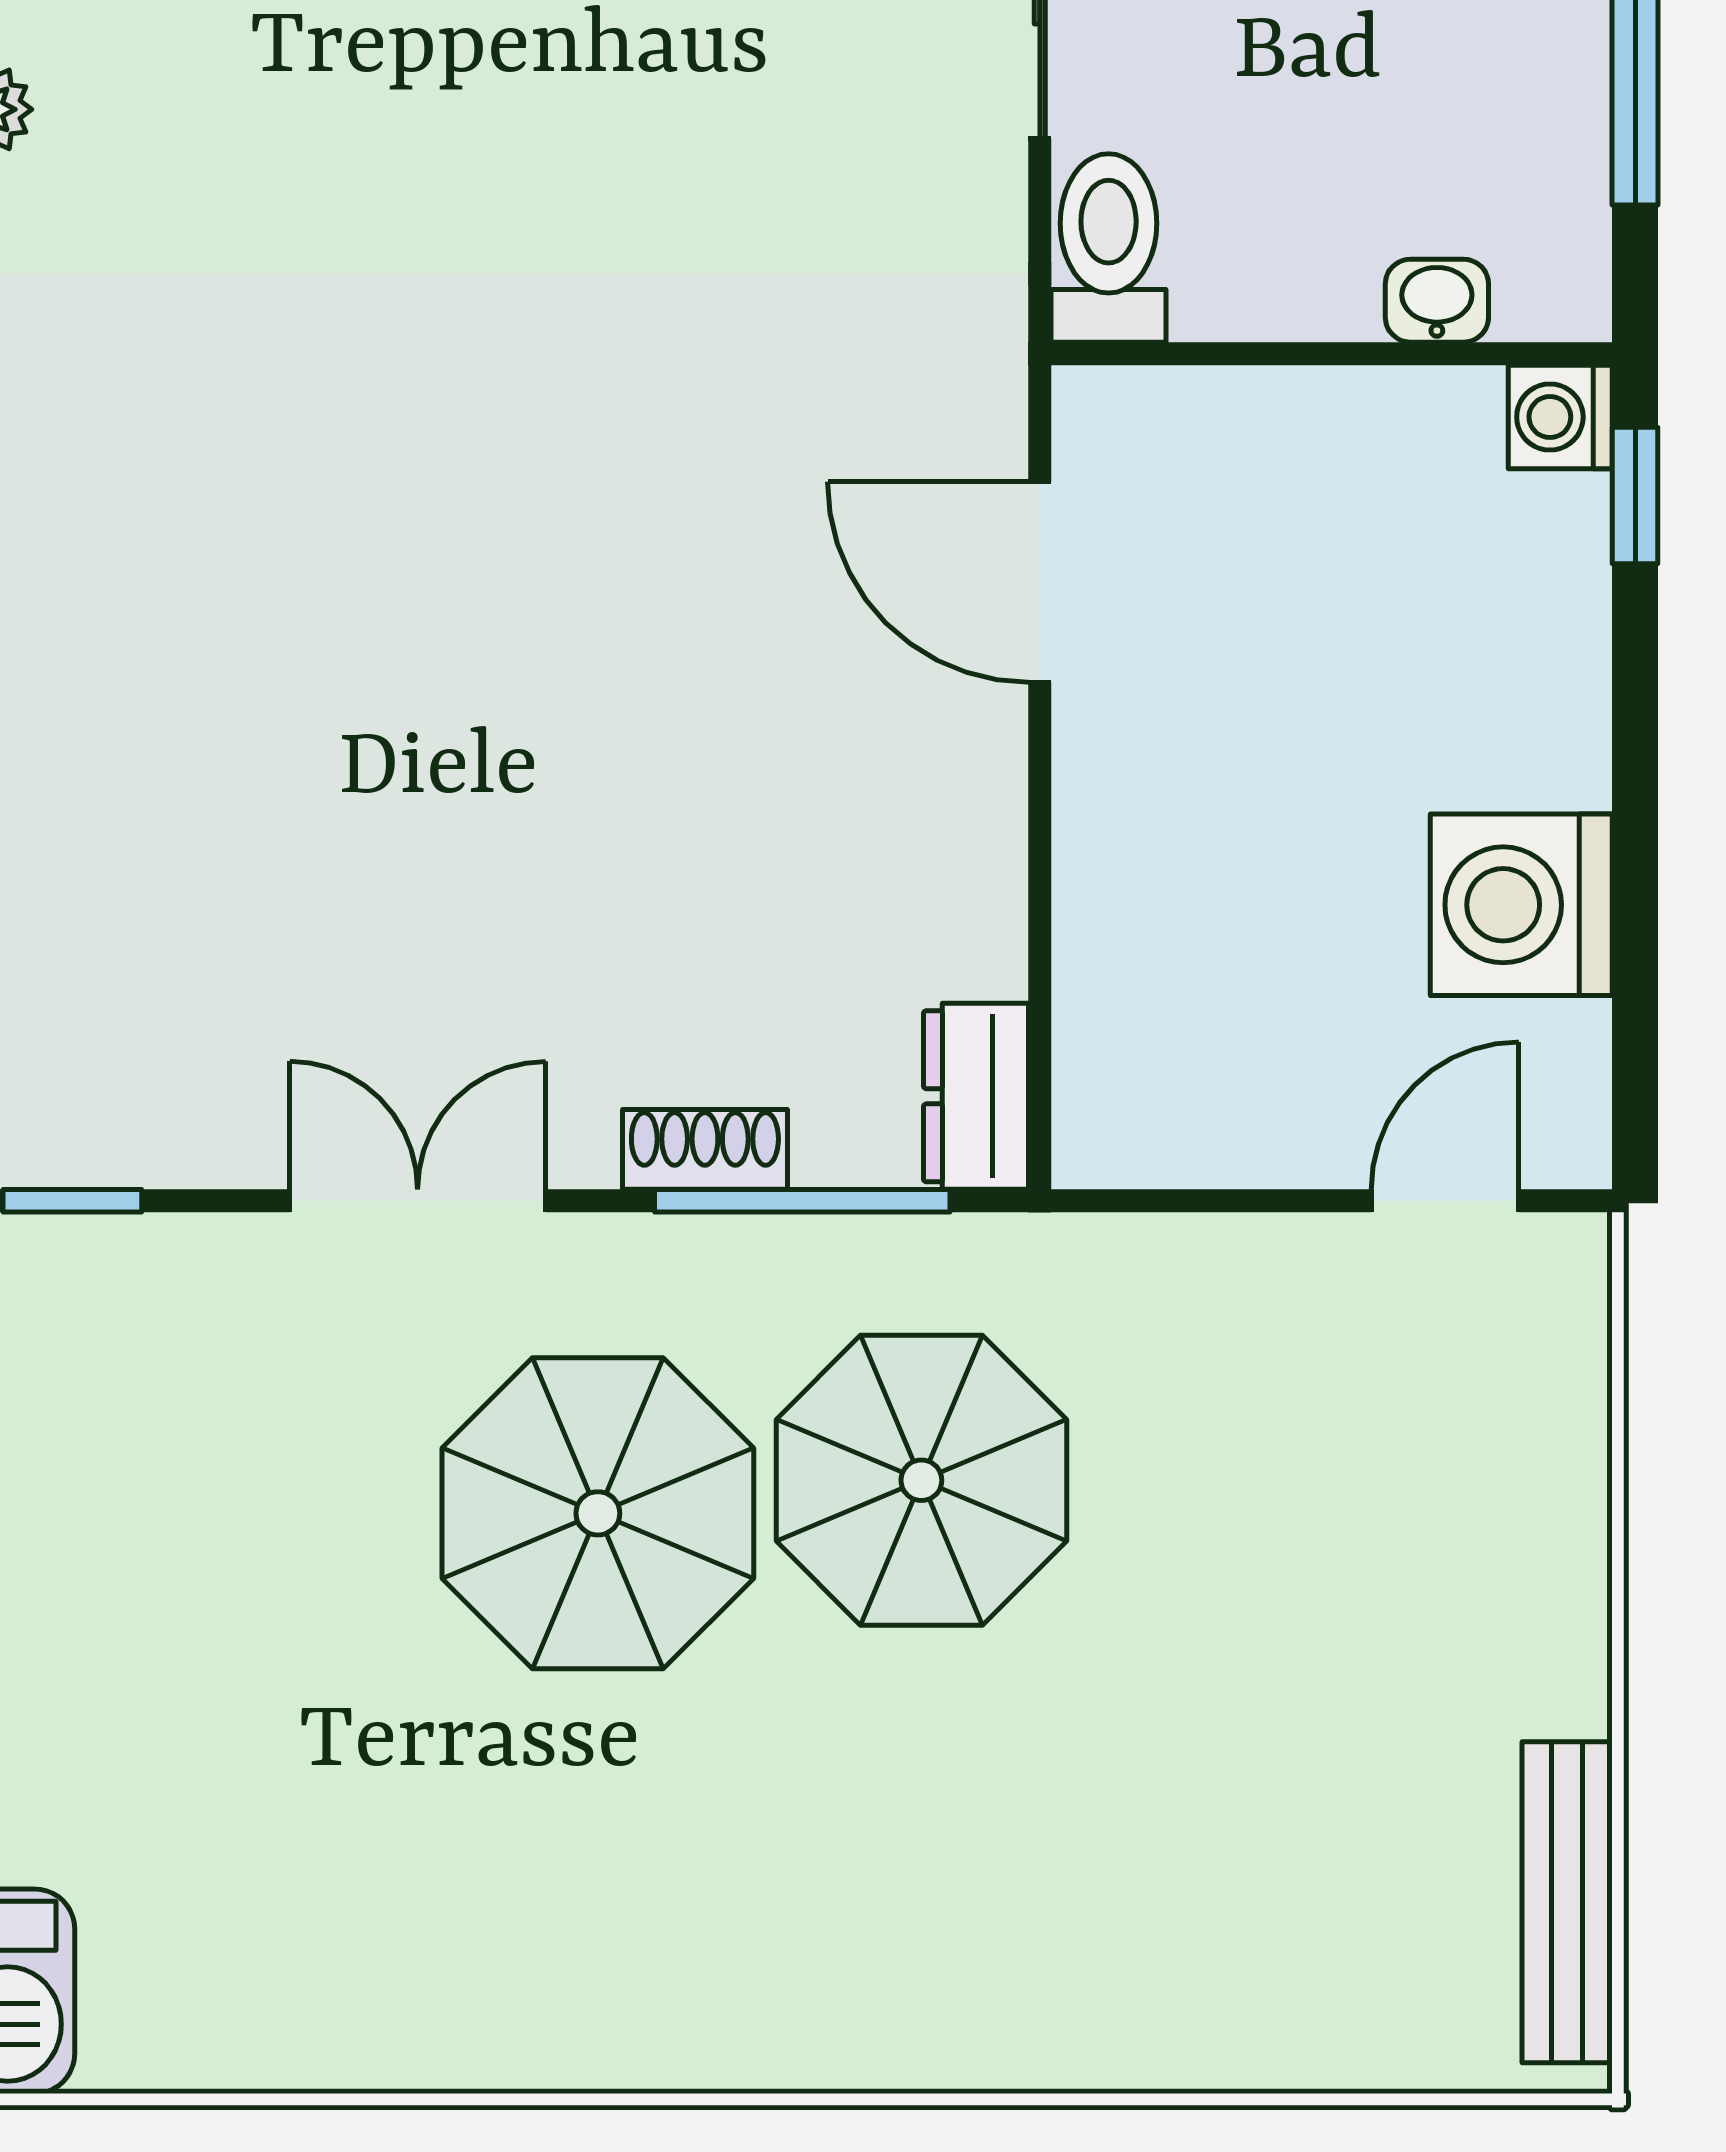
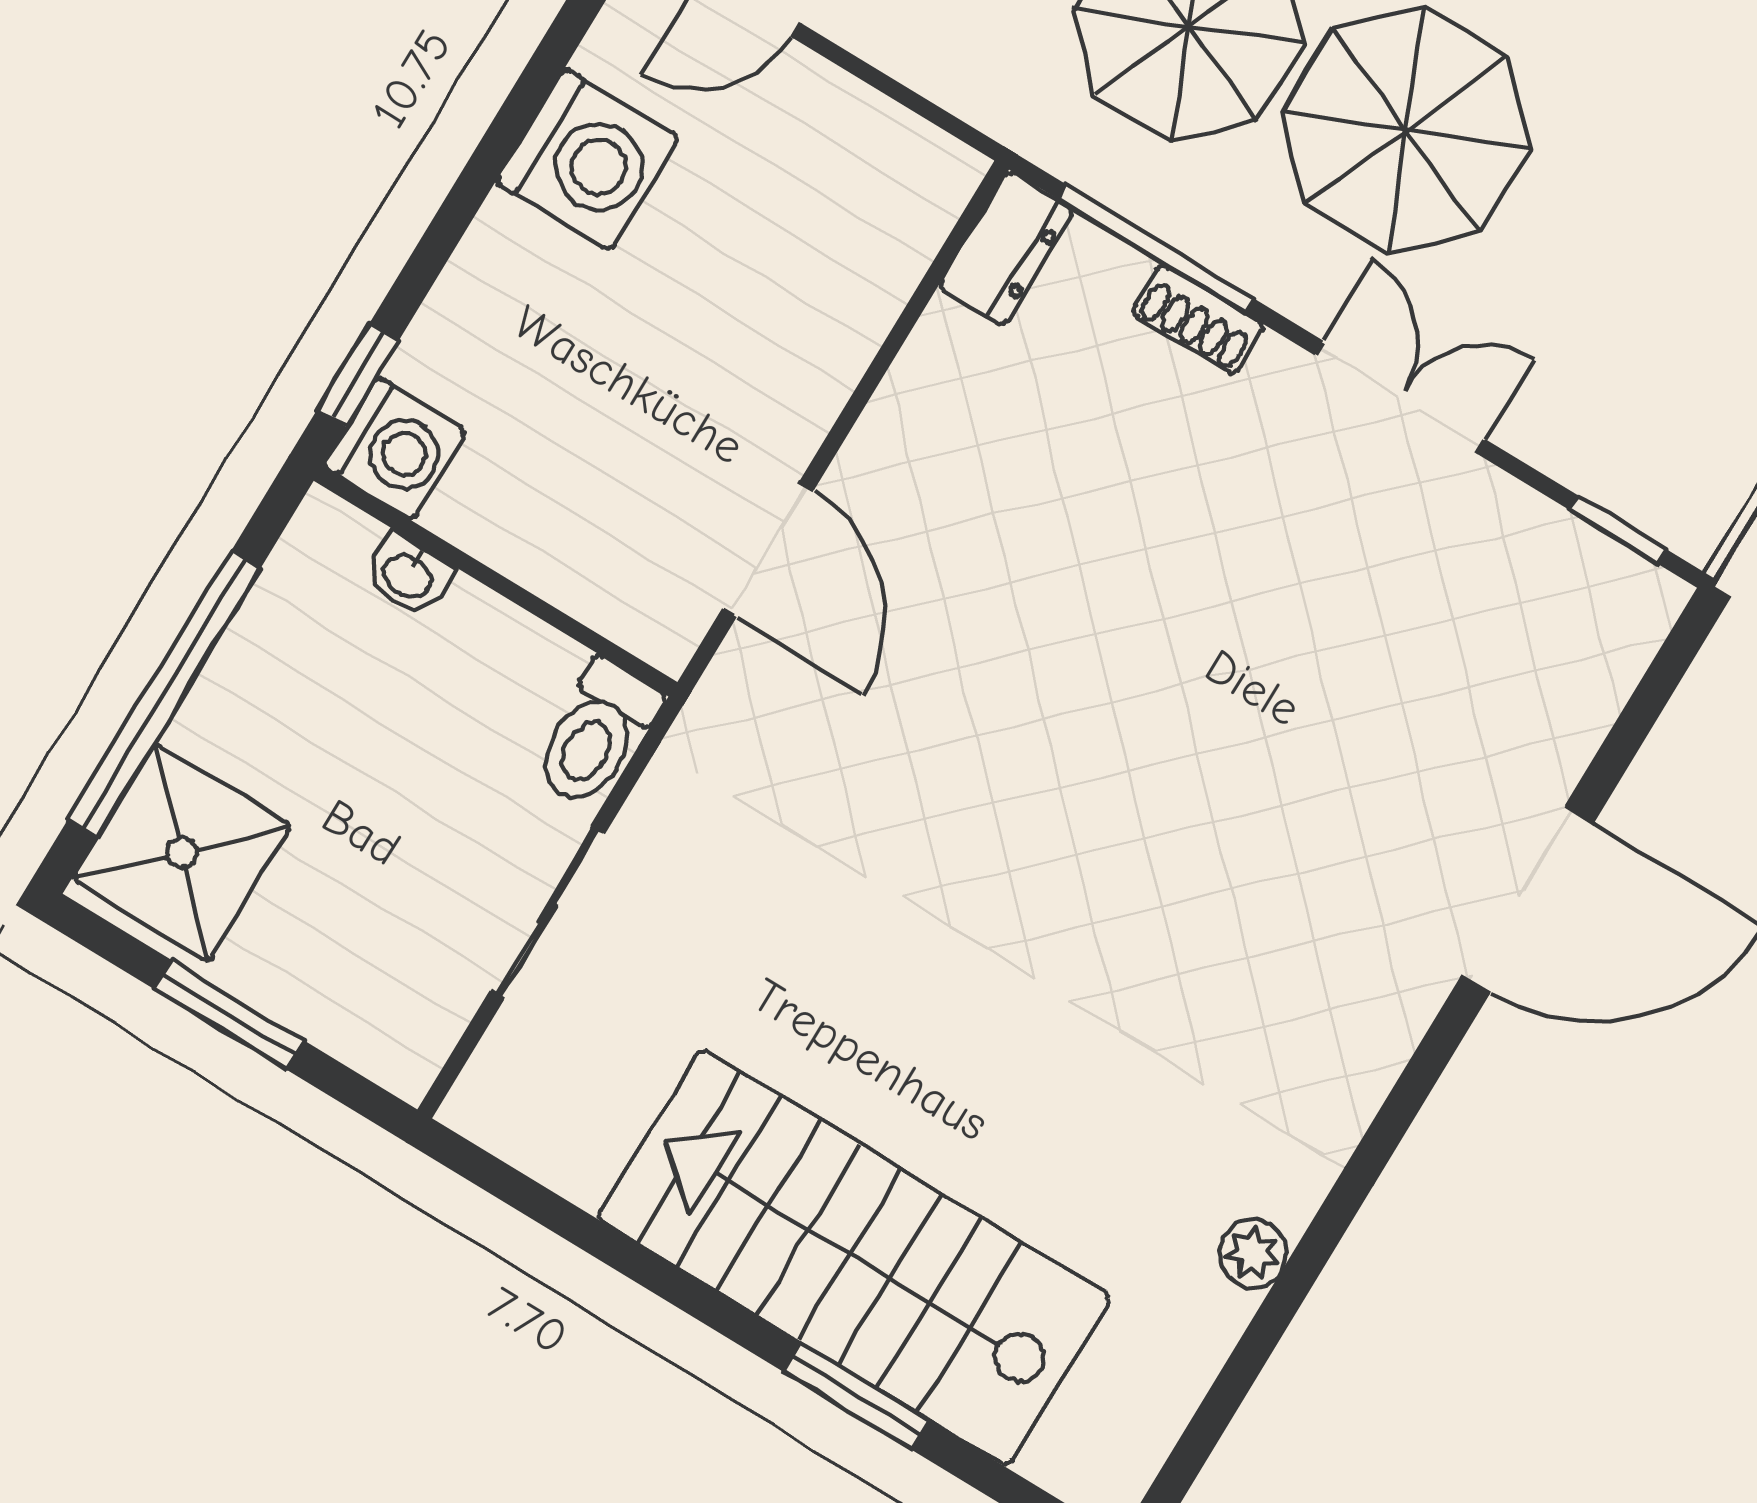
washing machine: (1560, 417) -> (395, 449), width x1.38, depth x1.38
double door: (418, 1201) -> (1400, 397), swing flipped

